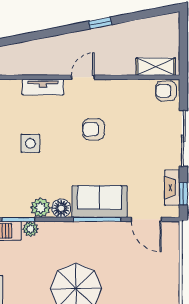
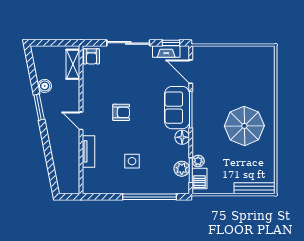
window: (100, 23) -> (39, 107), width x1.50
boiler: (128, 30) -> (45, 86), added
armchair: (93, 129) -> (121, 112), turned -90
plant: (41, 208) -> (182, 169), moved
door: (146, 219) -> (191, 72), swing flipped

